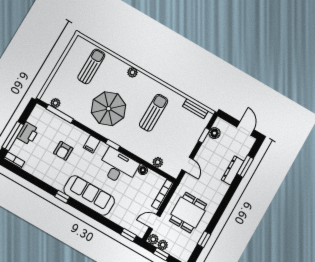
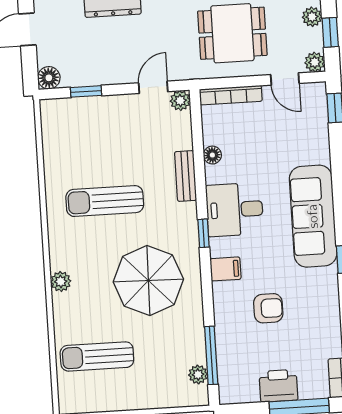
bench: (195, 109) -> (186, 176), moved
floor lamp: (214, 133) -> (49, 78), moved
plant: (158, 162) -> (180, 101), moved
desk: (118, 167) -> (235, 210), width x0.73
plant: (163, 245) -> (312, 17), moved

